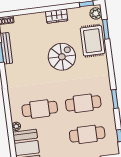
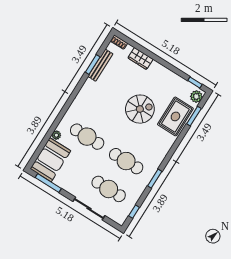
wardrobe: (57, 16) -> (140, 58), moved

